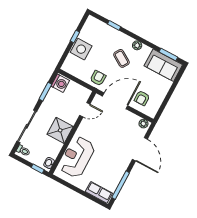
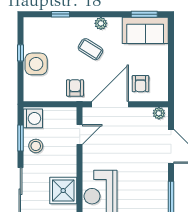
stool: (52, 102) -> (36, 146), added
shower: (60, 130) -> (63, 191), moved

